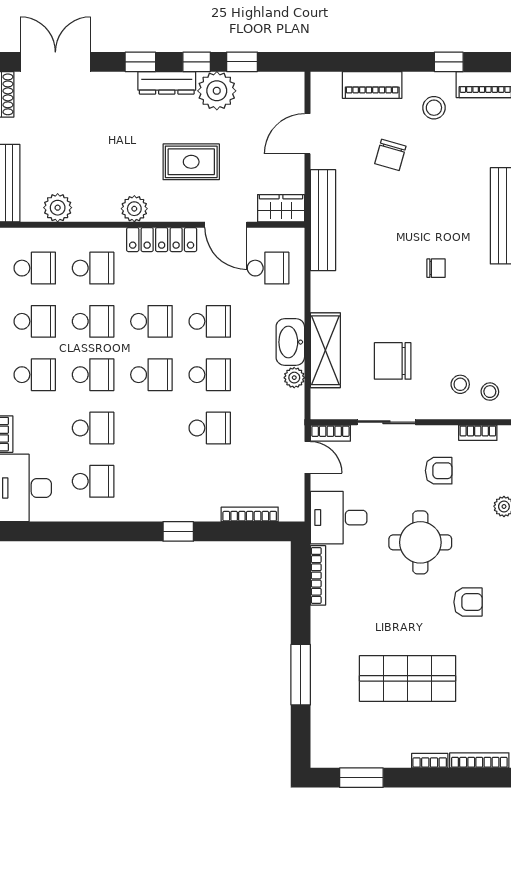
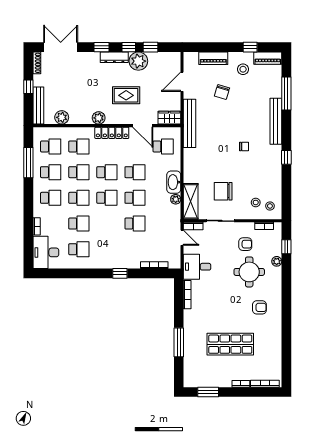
shelving: (325, 350) -> (191, 201), moved
round table: (420, 542) -> (249, 272), moved

